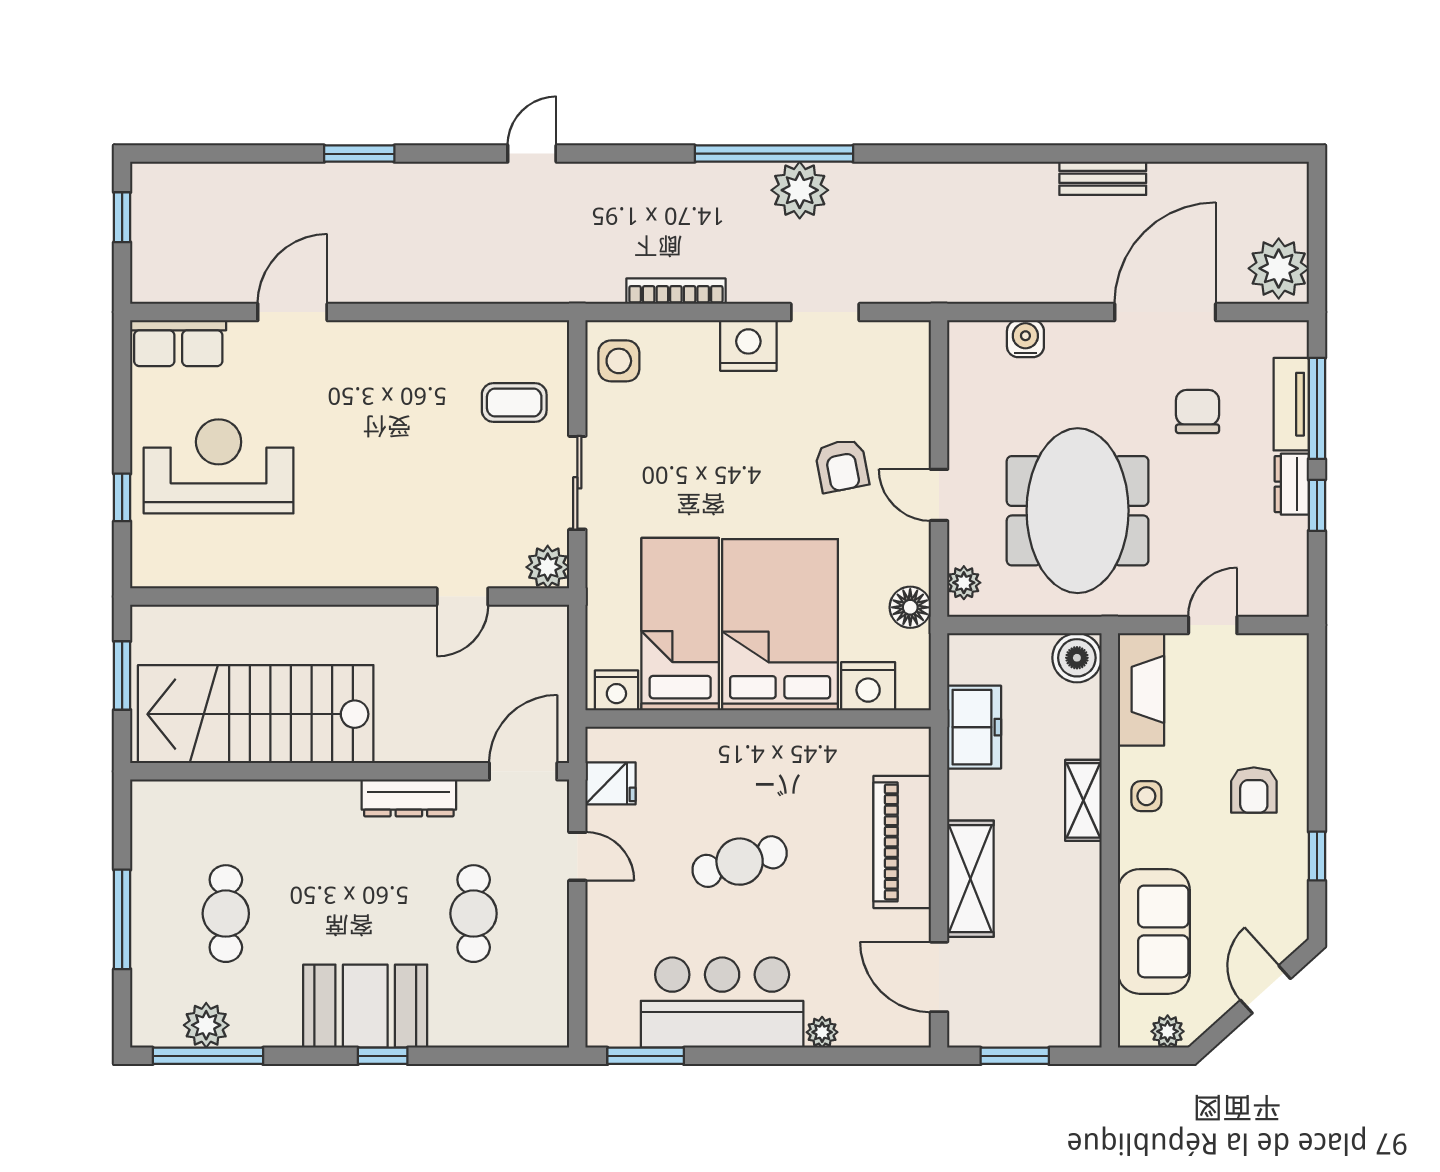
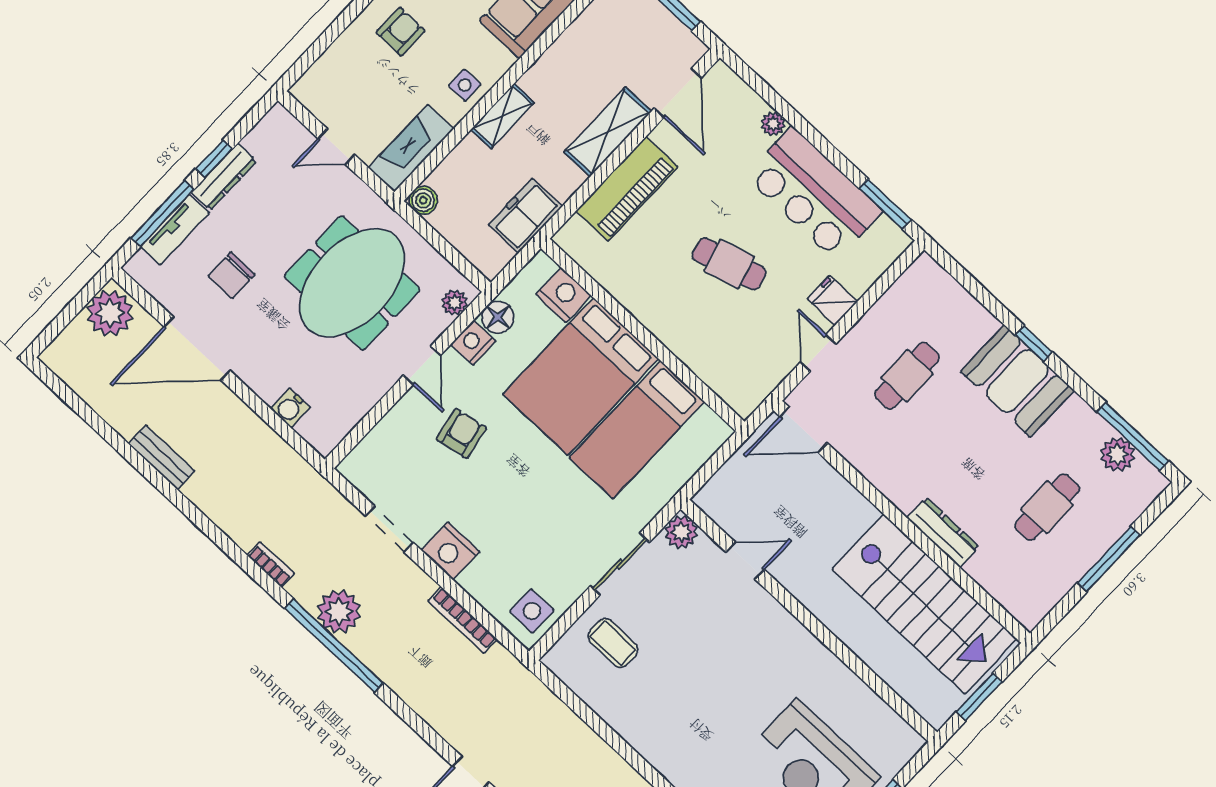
bookcase: (905, 174) -> (271, 565), added
dresser: (1292, 484) -> (224, 177), width x1.44
boiler: (1077, 658) -> (423, 200), width x0.73, depth x0.73
nightstand: (616, 690) -> (473, 342), moved, turned -90
fridge: (611, 783) -> (832, 300), moved
dresser: (409, 798) -> (943, 532), moved

